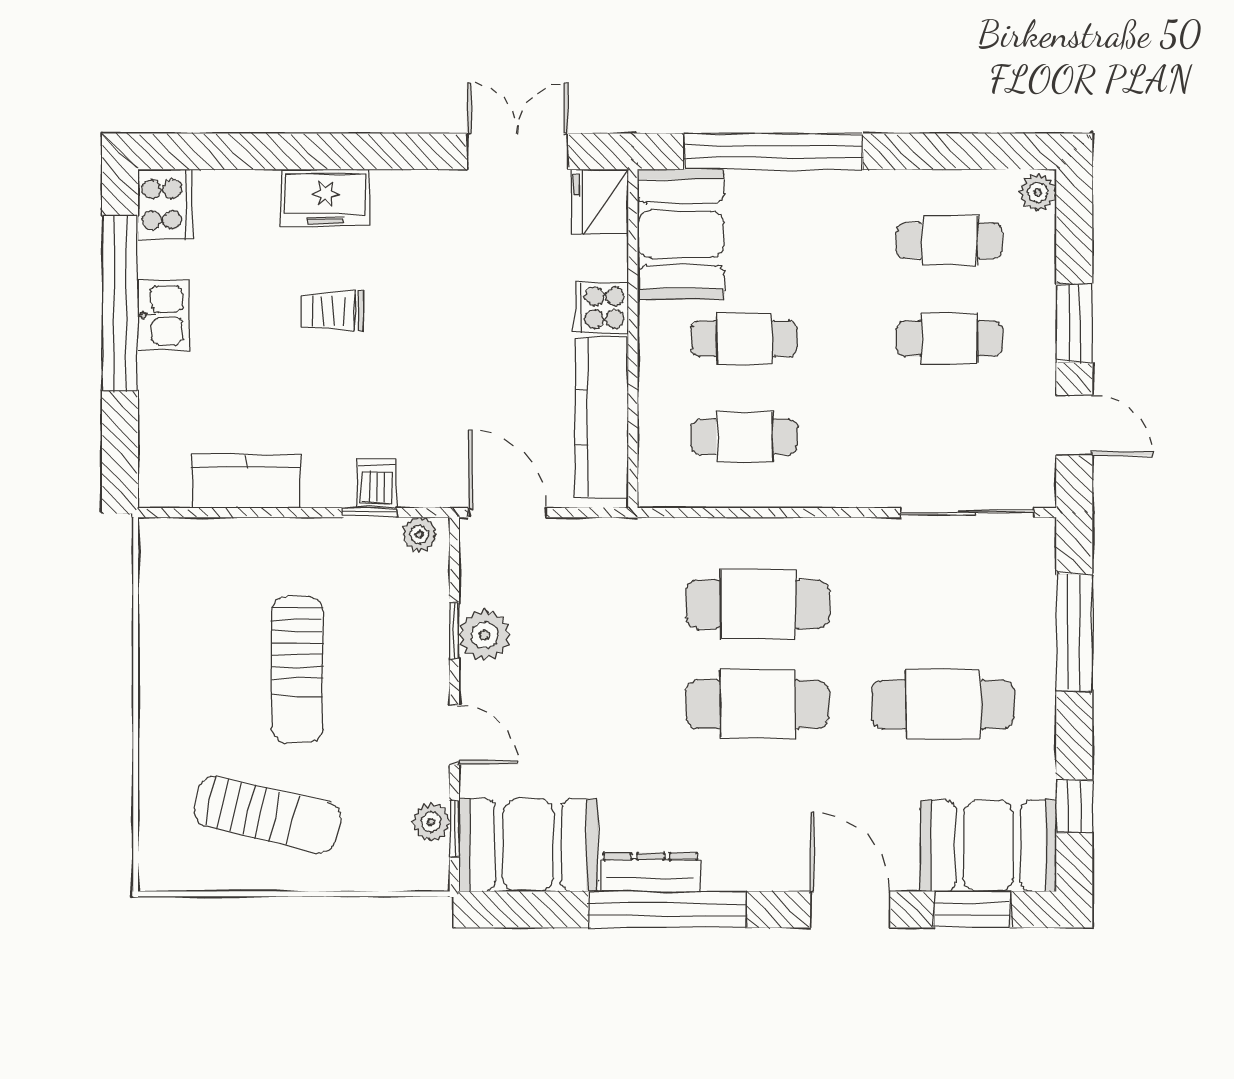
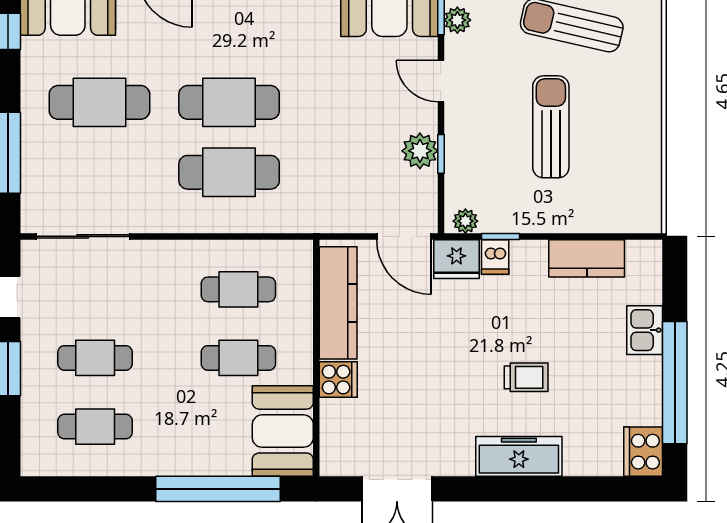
plant: (1038, 192) -> (33, 460), removed
freezer: (325, 198) -> (519, 456), width x1.40
fridge: (600, 202) -> (457, 259), moved, turned 90
kitchen sink: (163, 315) -> (645, 330), moved

